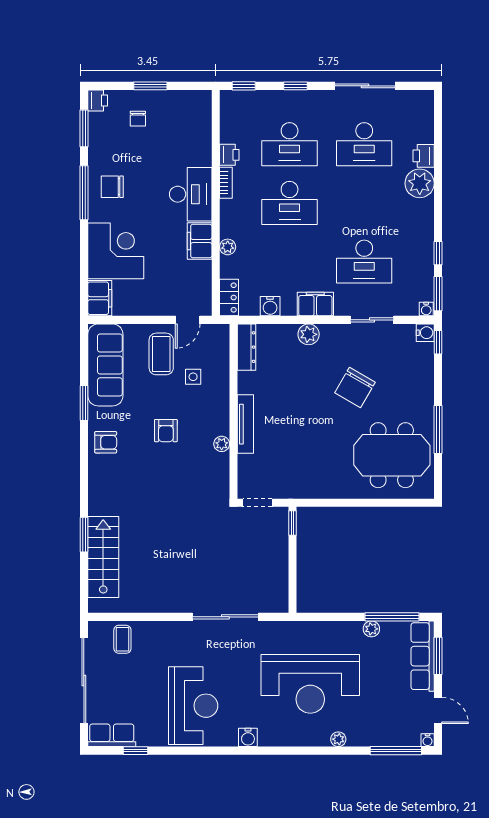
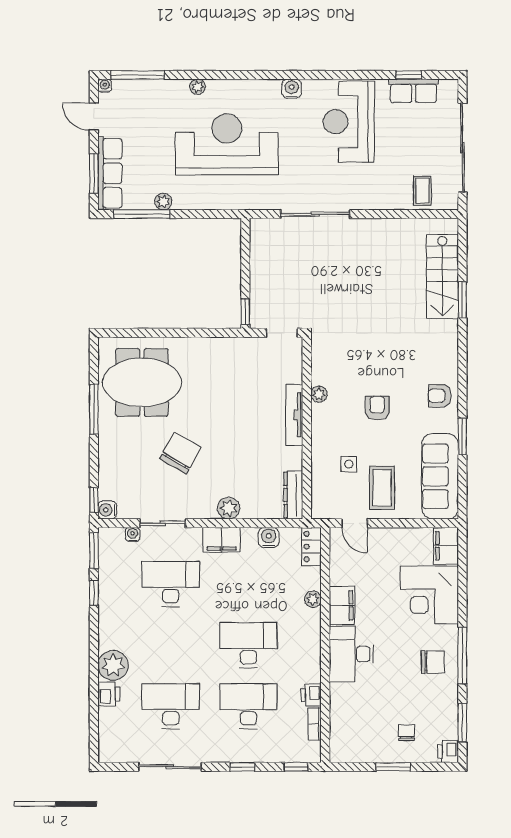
bookcase: (226, 183) -> (315, 724), moved
water cooler: (426, 309) -> (133, 534), moved
door: (188, 320) -> (355, 523), swing flipped
row of seats: (112, 735) -> (414, 91), moved

